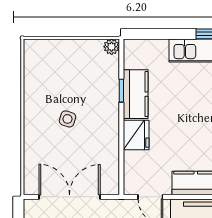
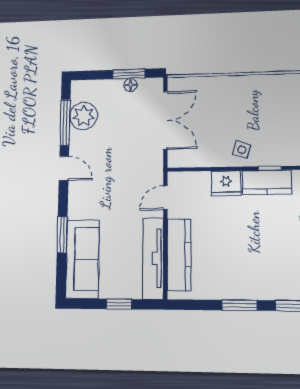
side table: (67, 119) -> (242, 150), moved

